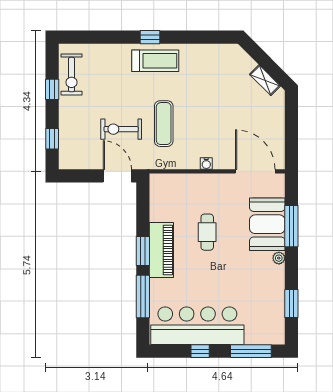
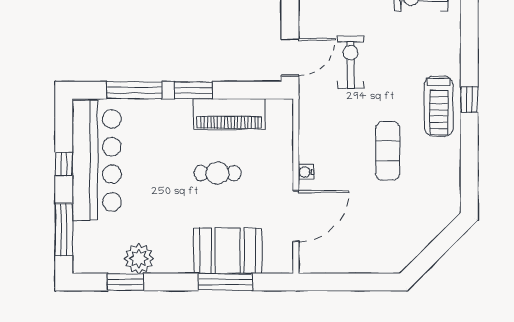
shelving: (265, 80) -> (414, 248), removed
exercise mat: (164, 124) -> (388, 151), moved, turned 90
door: (255, 171) -> (296, 216), moved
piano: (161, 250) -> (229, 114), moved
plant: (279, 258) -> (139, 259), moved, width x1.87, depth x1.87

